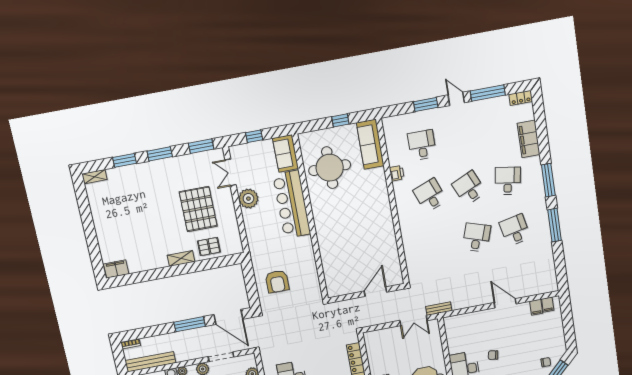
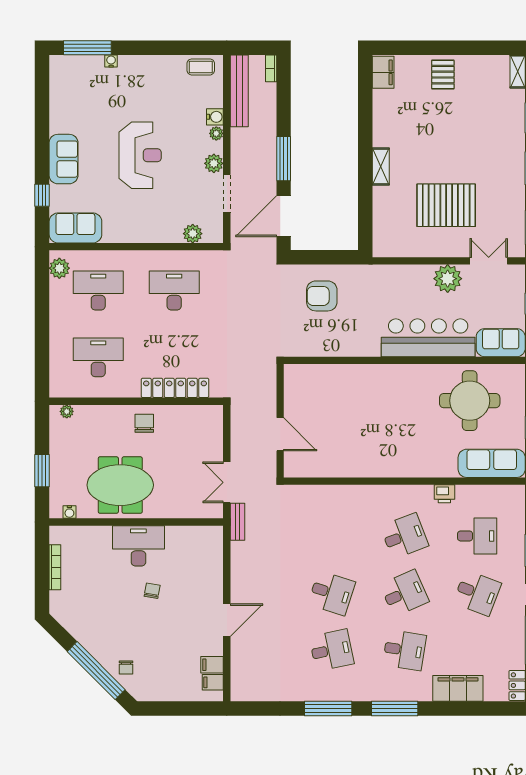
desk: (461, 138) -> (477, 593), added
pallet: (209, 247) -> (443, 75), moved

